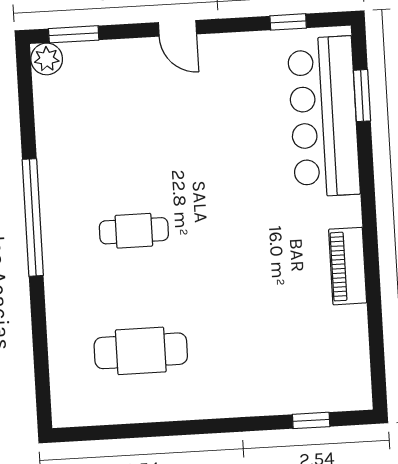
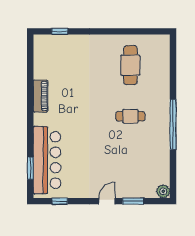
door: (177, 28) -> (107, 201), hinge flipped
window: (74, 34) -> (133, 201), moved
cafe table: (141, 351) -> (130, 65), turned 90

